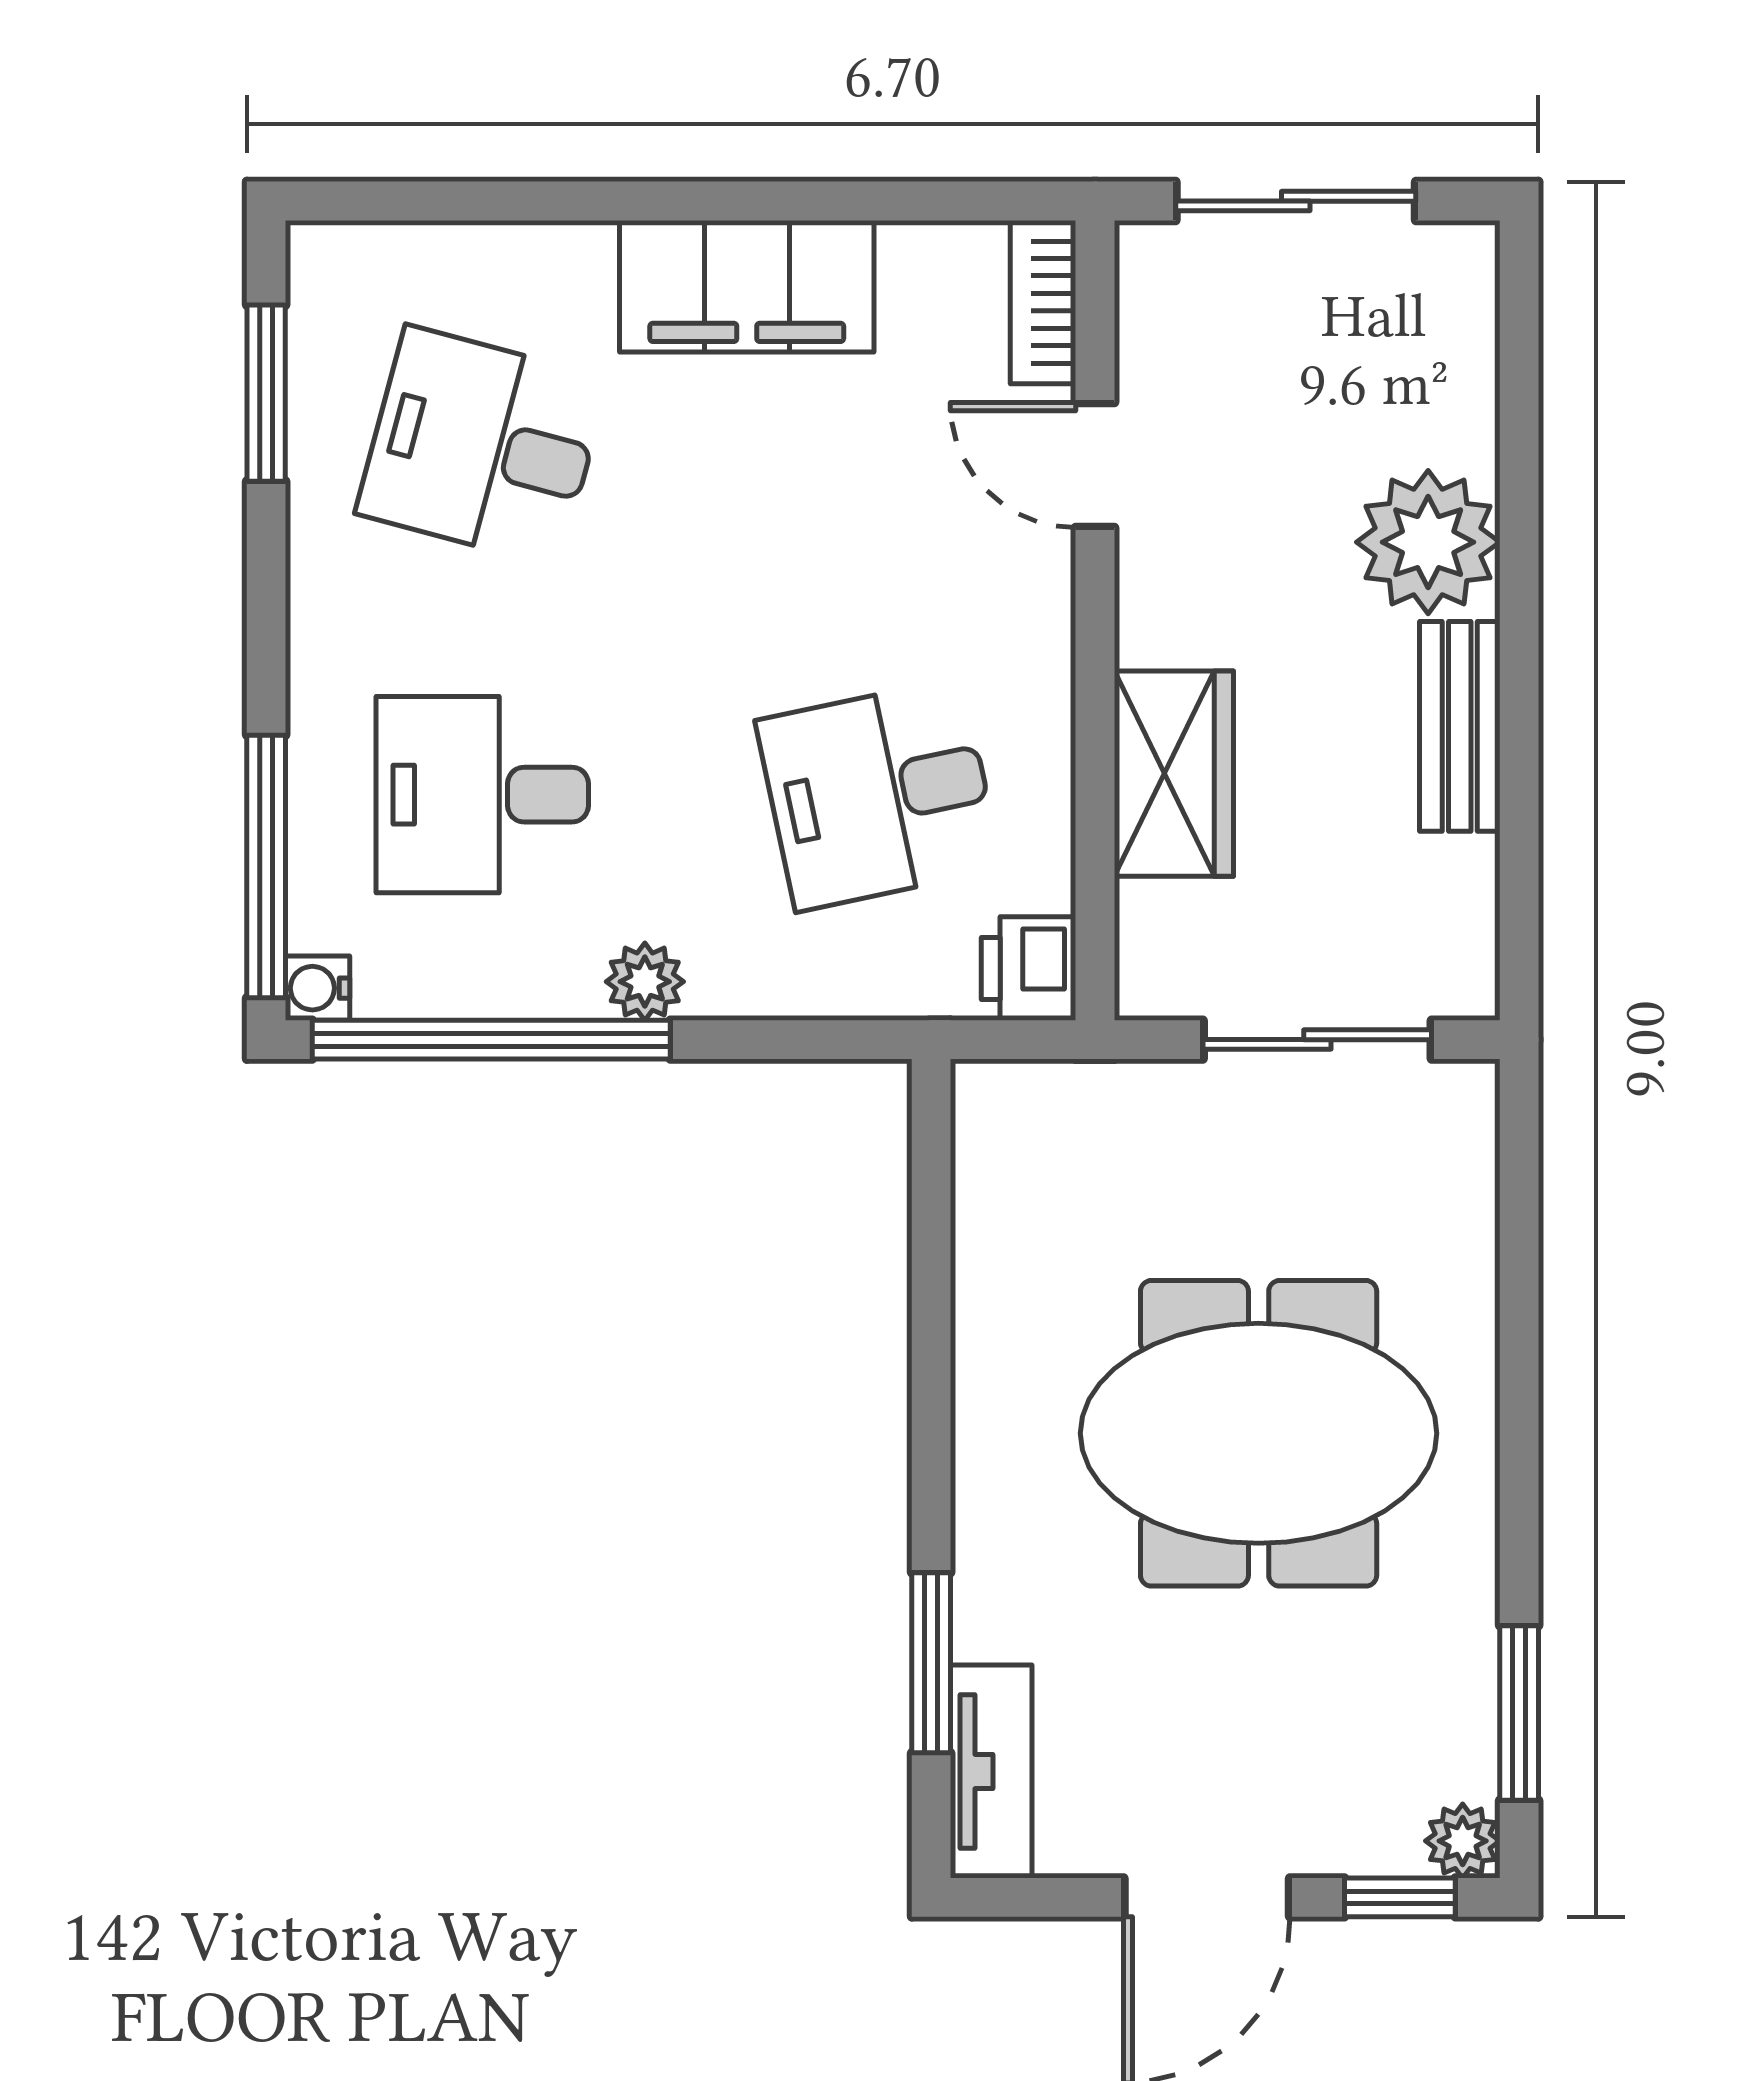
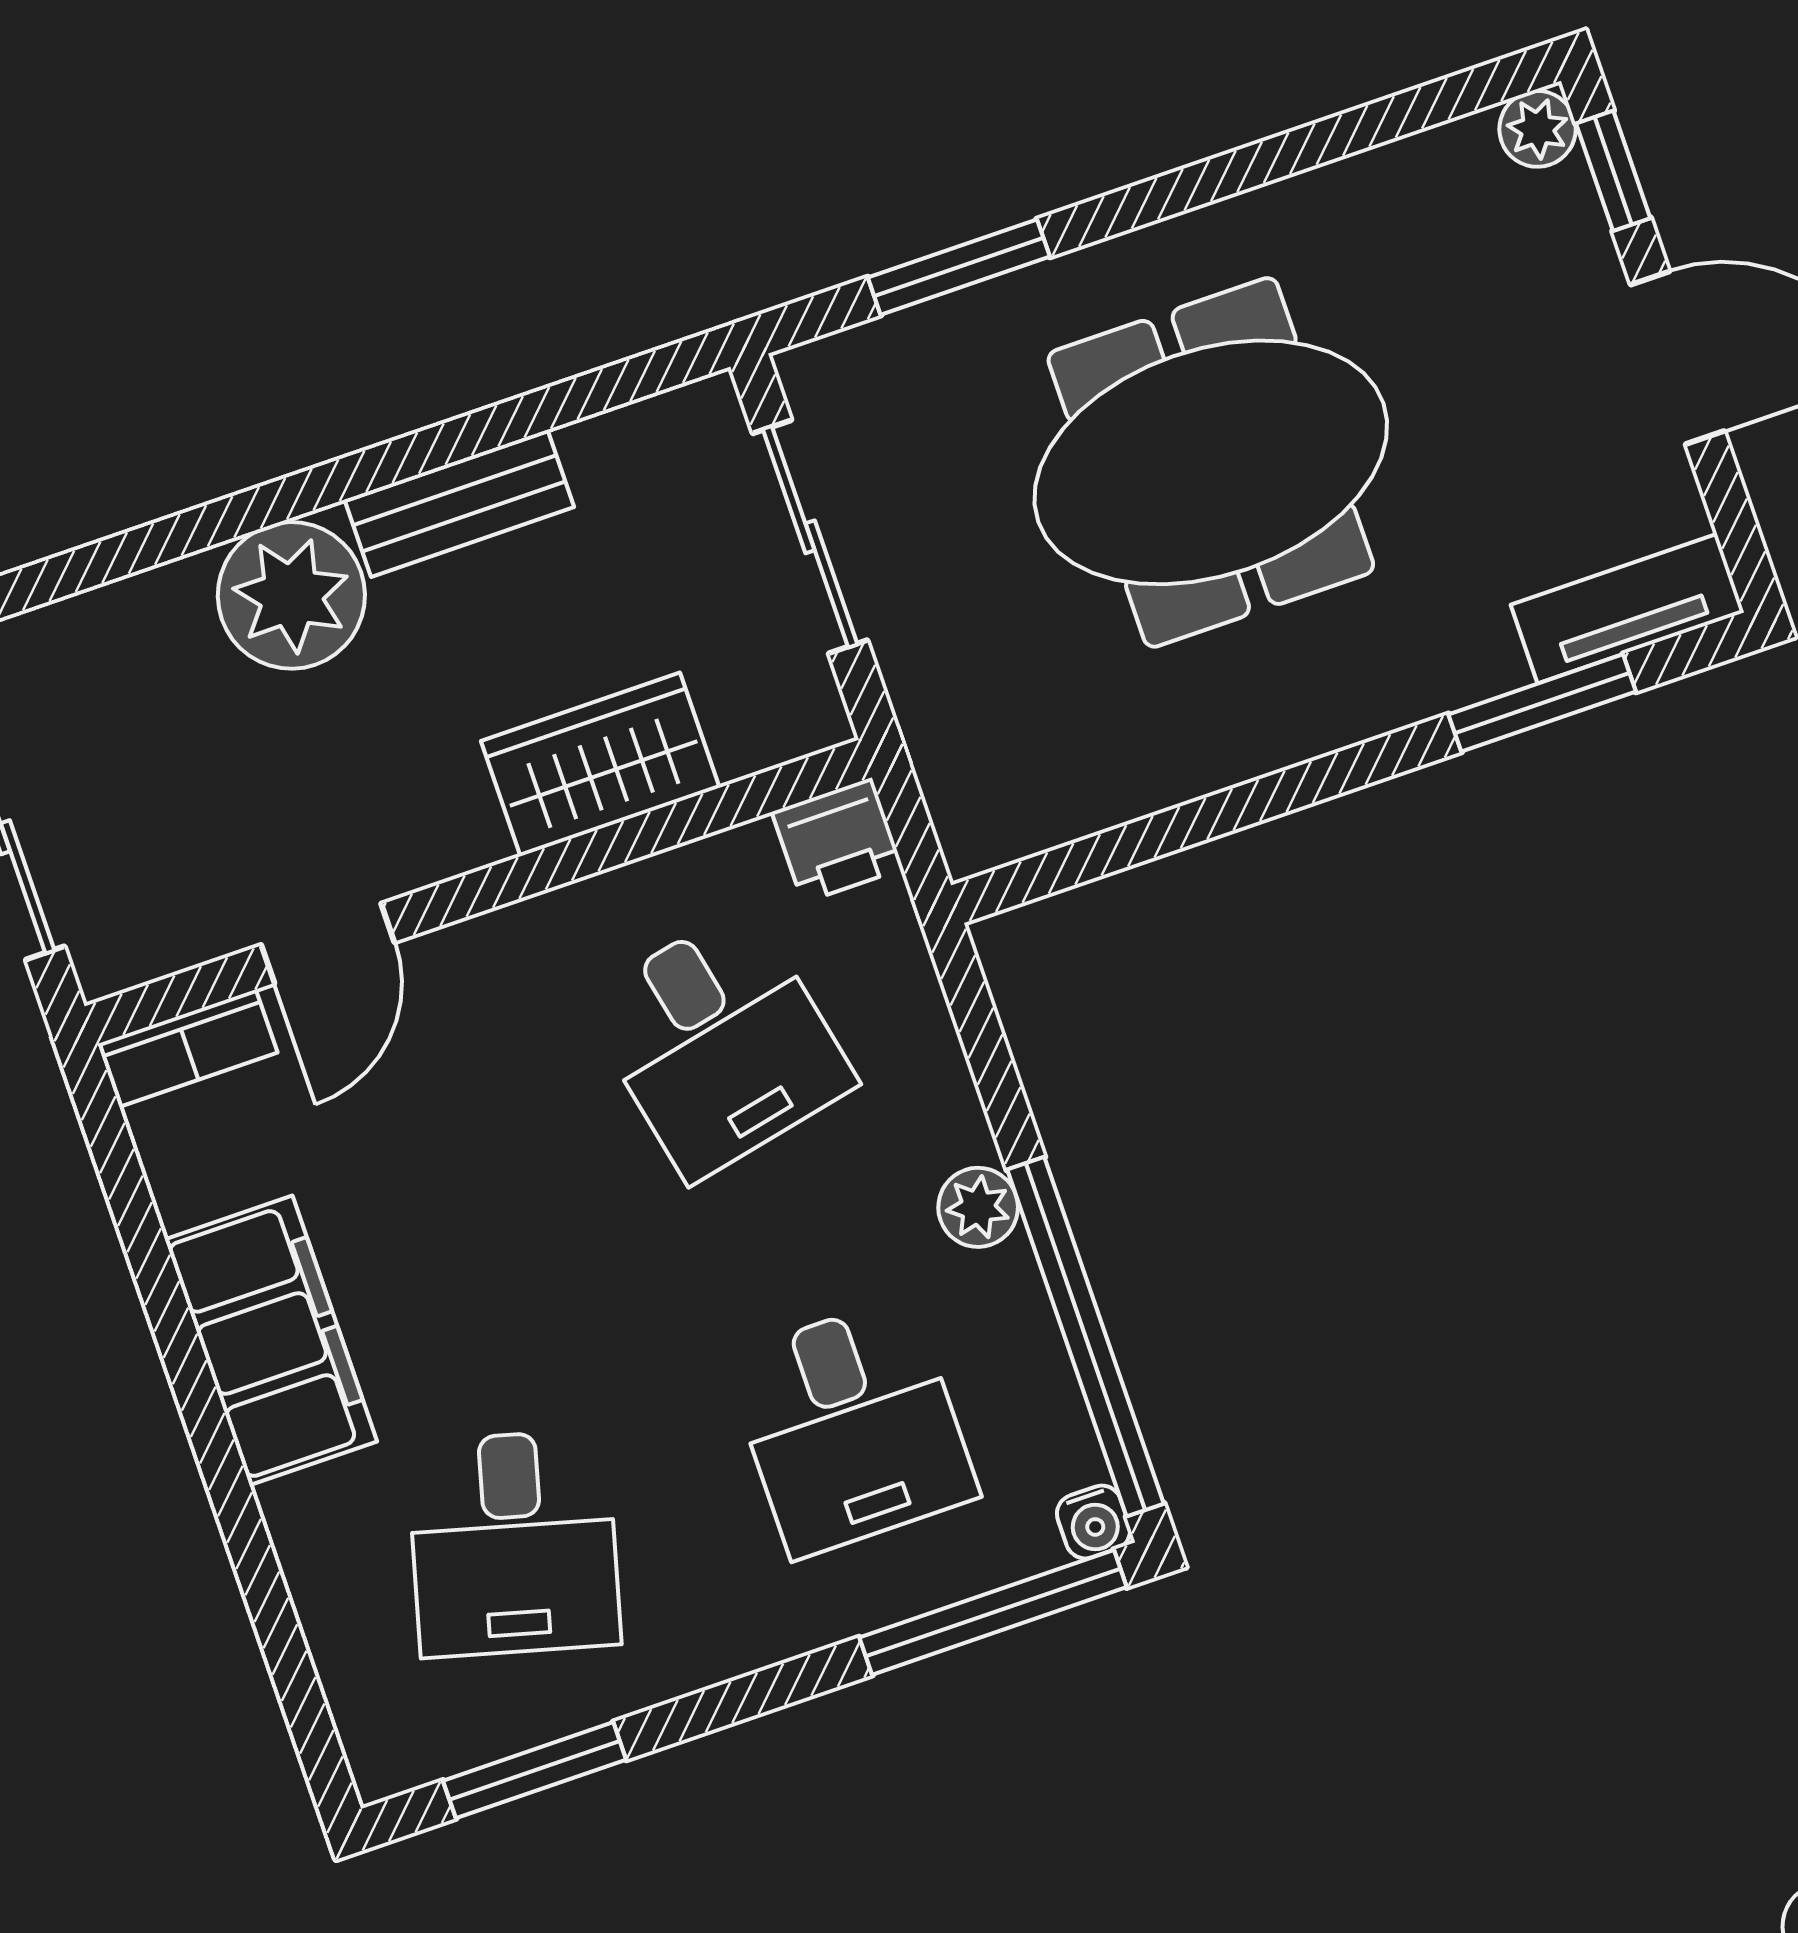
meeting table: (1259, 1433) -> (1211, 462), turned 90
window: (1519, 1713) -> (959, 267), moved

